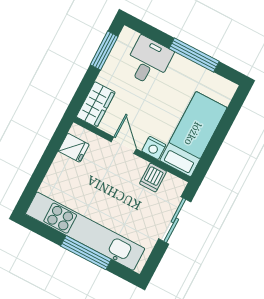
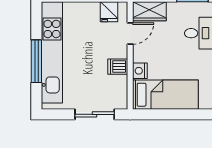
door: (124, 145) -> (130, 34), moved
dishwasher: (153, 178) -> (118, 67), moved

